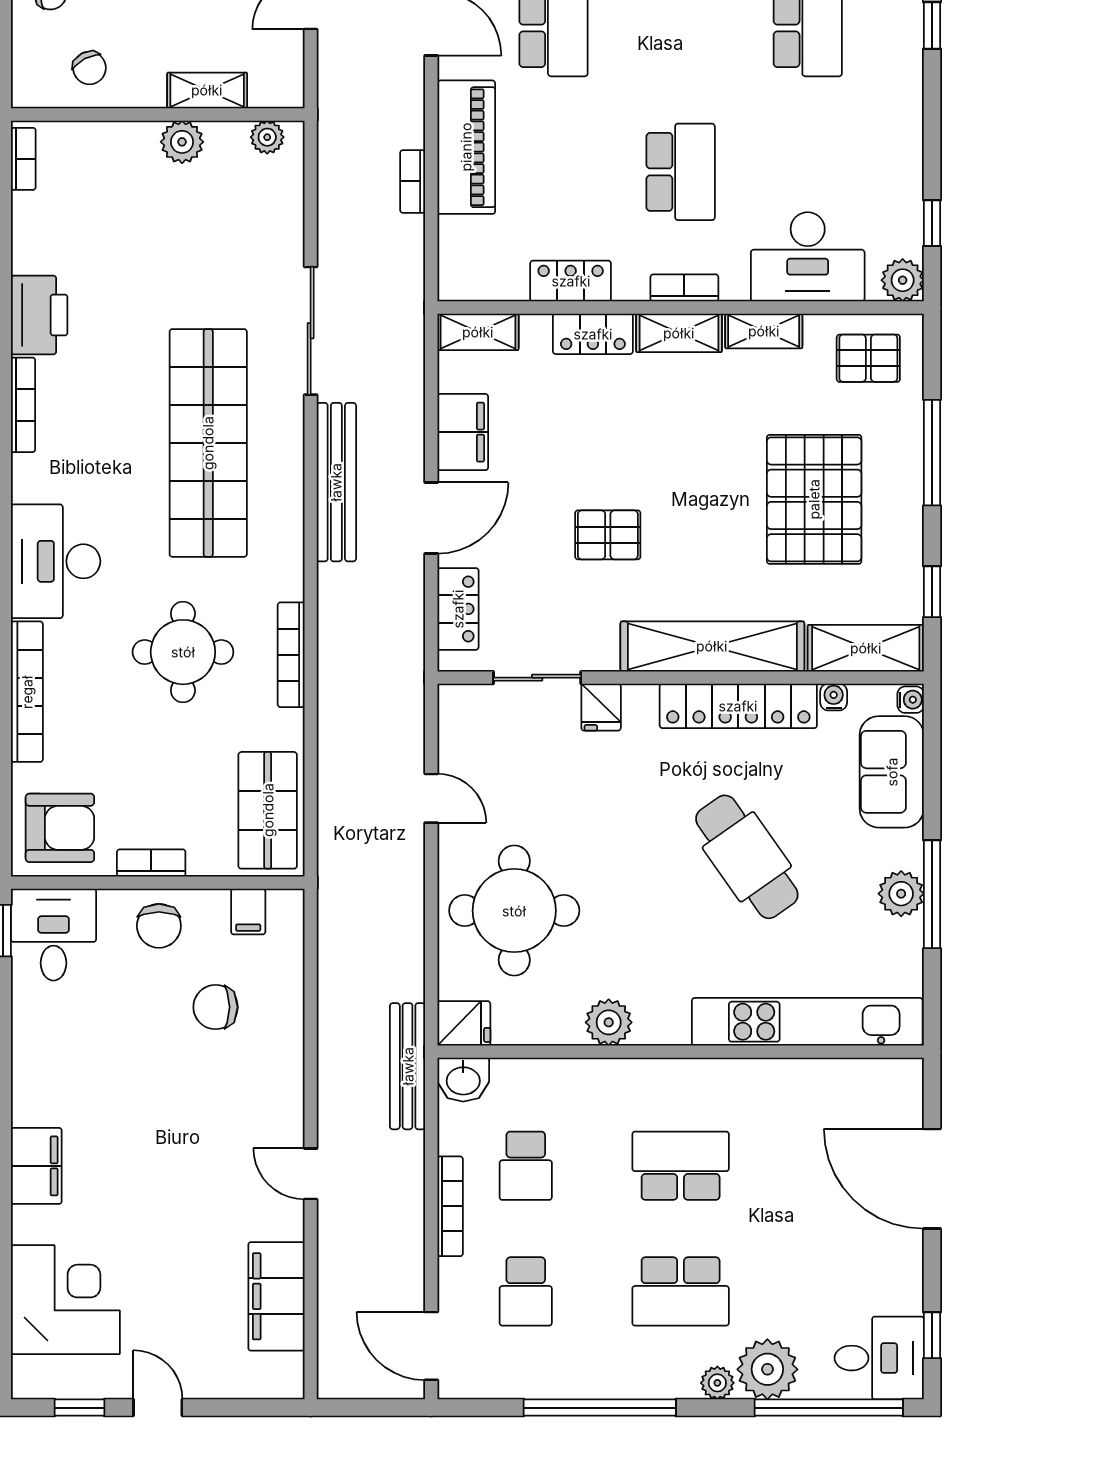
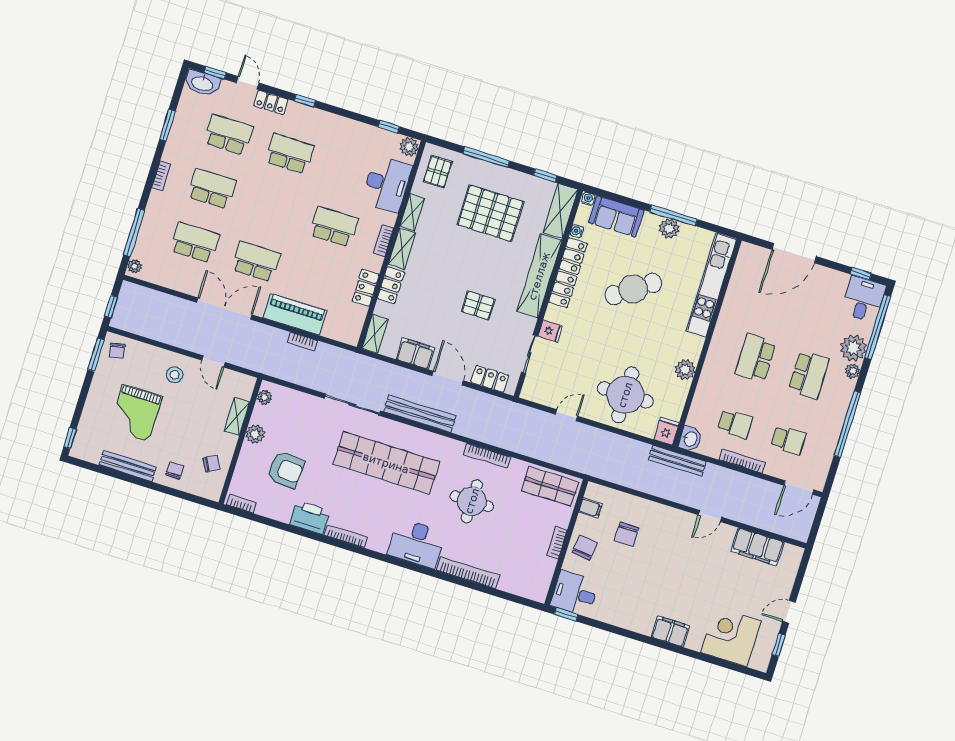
pallet: (608, 535) -> (478, 305), turned 90
armchair: (60, 828) -> (286, 470), moved, turned 95
chair: (159, 926) -> (585, 548), turned -83

